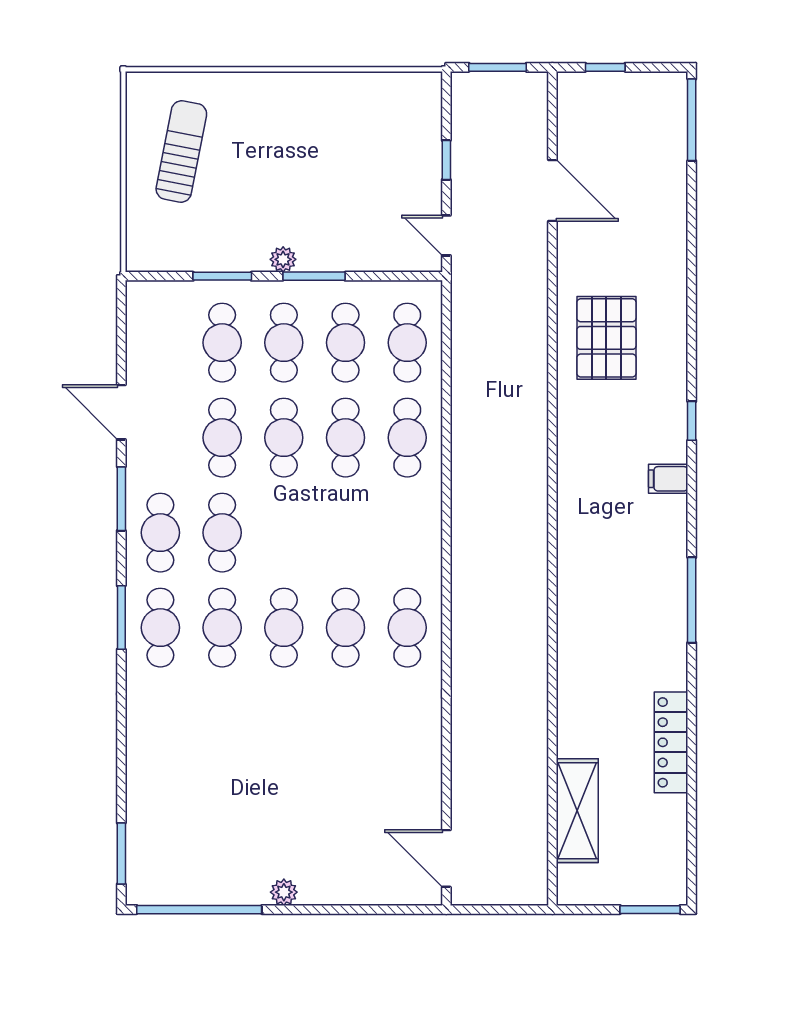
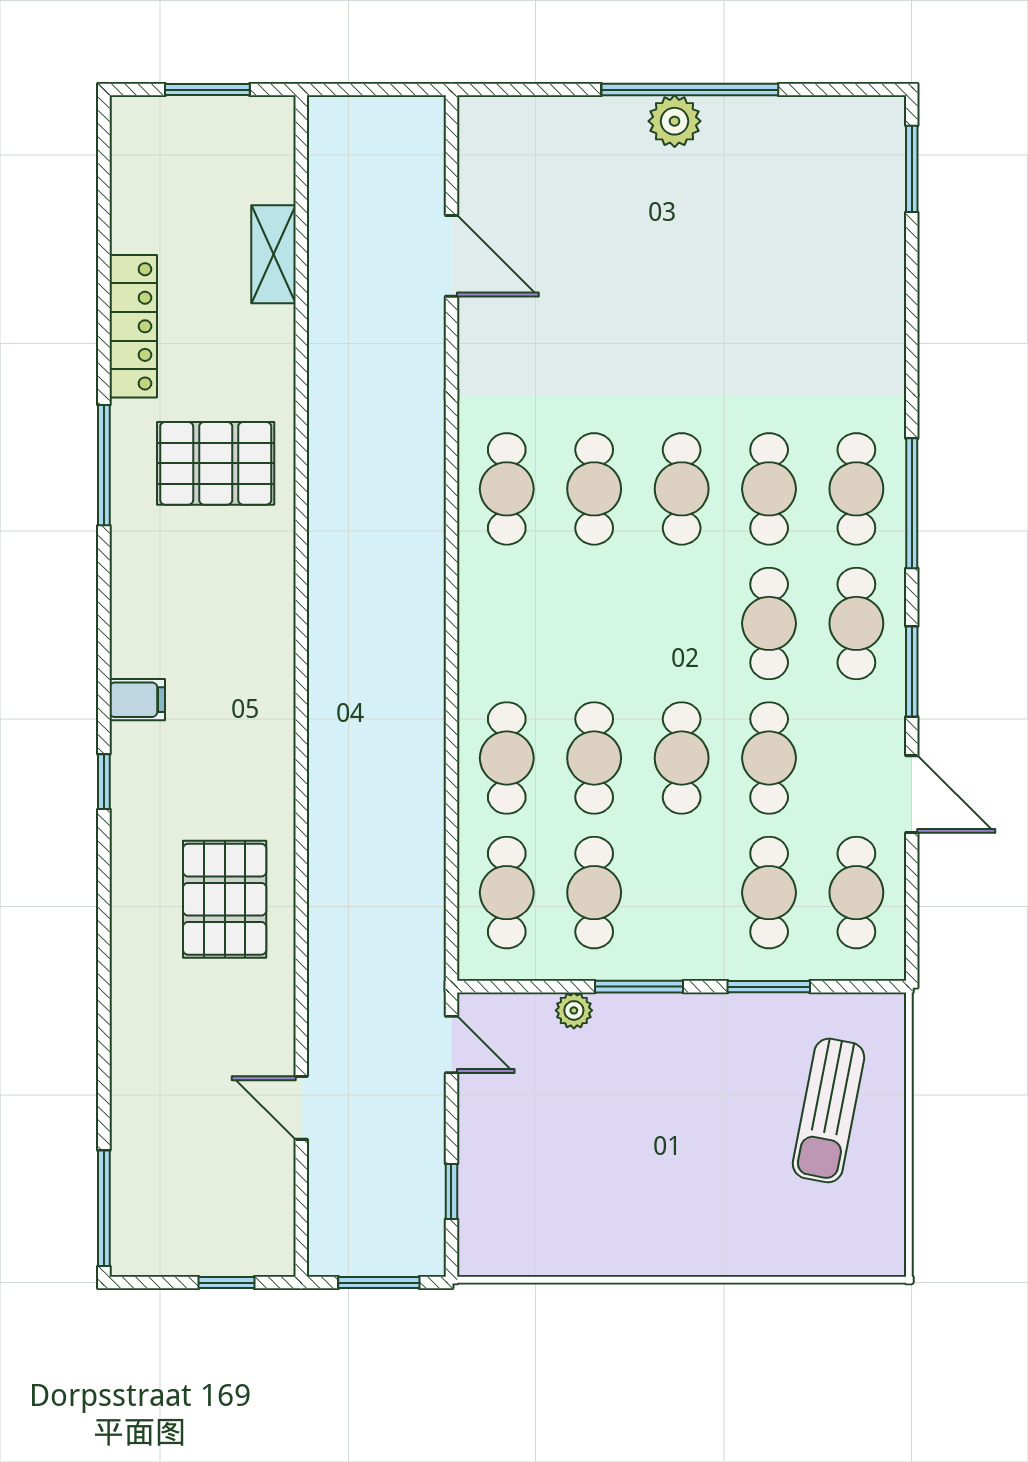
sun lounger: (181, 151) -> (828, 1110), moved
window: (446, 160) -> (451, 1192), moved
door: (552, 191) -> (301, 1108), width x0.73
plant: (283, 259) -> (574, 1010), moved
cafe table: (284, 343) -> (856, 893), moved
window: (692, 600) -> (104, 465), moved
window: (121, 617) -> (912, 503), width x1.44
pallet: (613, 646) -> (216, 463), added
shelving: (577, 811) -> (273, 254), width x0.67, depth x0.75
door: (446, 858) -> (451, 256), moved
plant: (284, 892) -> (675, 121), width x1.38, depth x1.38
window: (199, 910) -> (690, 90), moved
window: (650, 910) -> (207, 90), moved

